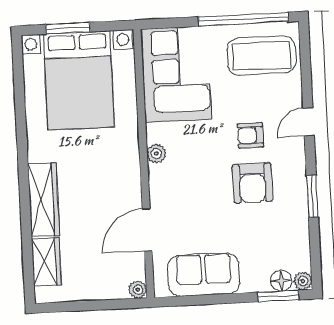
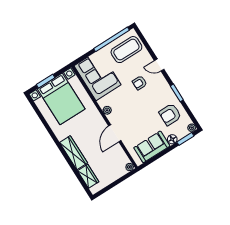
door: (309, 122) -> (159, 65), hinge flipped
armchair: (252, 183) -> (170, 115), moved, turned 90
door: (147, 230) -> (115, 133), moved
floor lamp: (281, 281) -> (172, 139), moved

